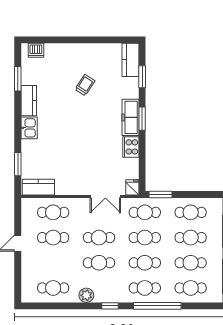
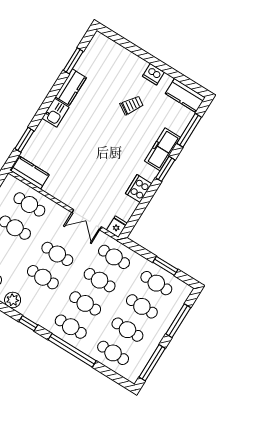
dishwasher: (36, 50) -> (153, 74), moved
kitchen counter: (131, 60) -> (185, 96), moved, turned -90
window: (142, 77) -> (189, 130), width x1.44
freezer: (130, 117) -> (162, 149), moved
window: (161, 194) -> (165, 266), moved

